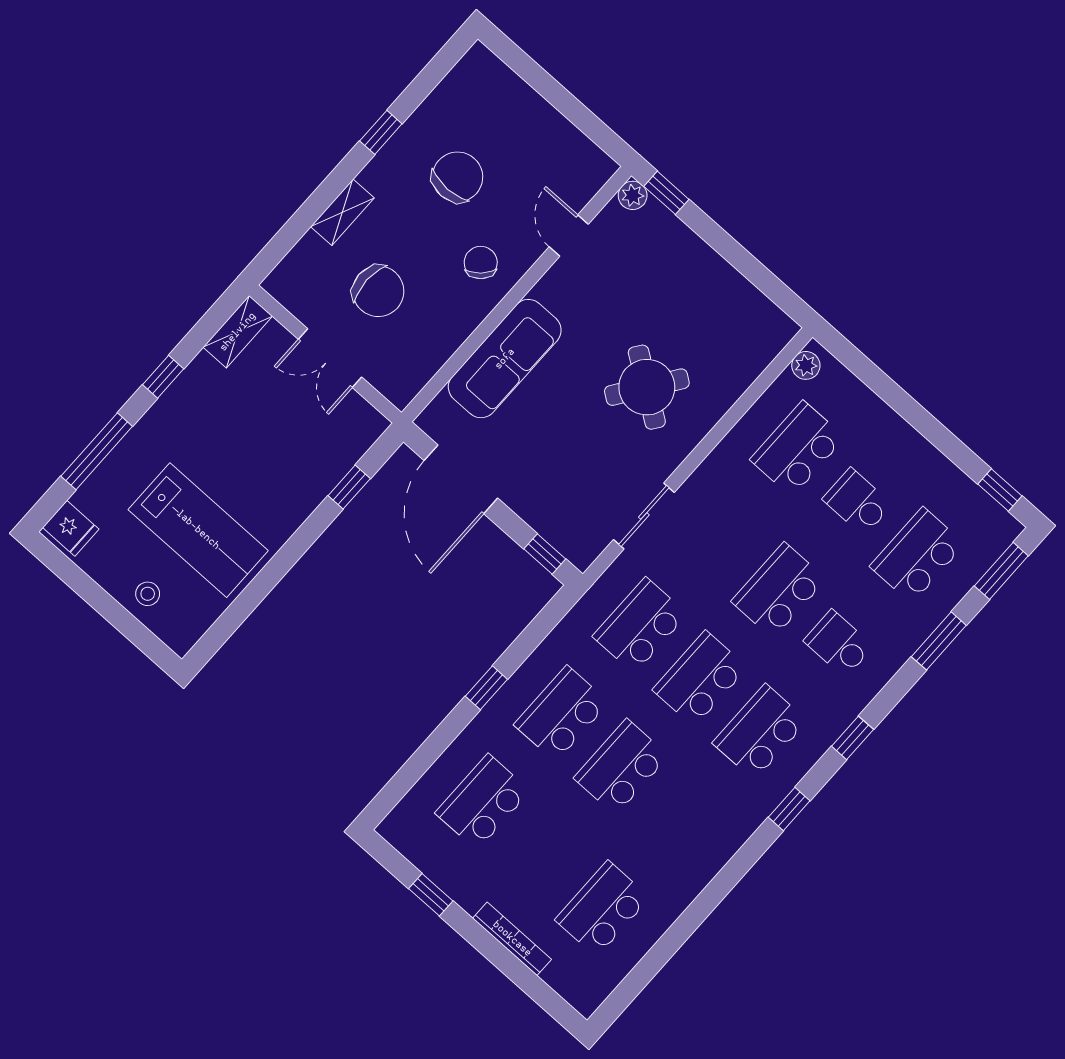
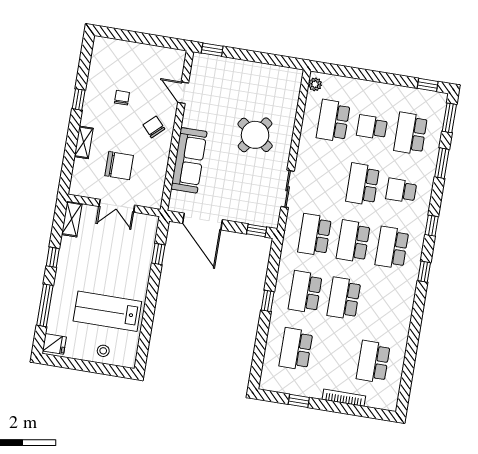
chair: (458, 177) -> (122, 98), width x0.54, depth x0.54
plant: (633, 195) -> (199, 59), removed
lab bench: (198, 530) -> (107, 311), turned 180

